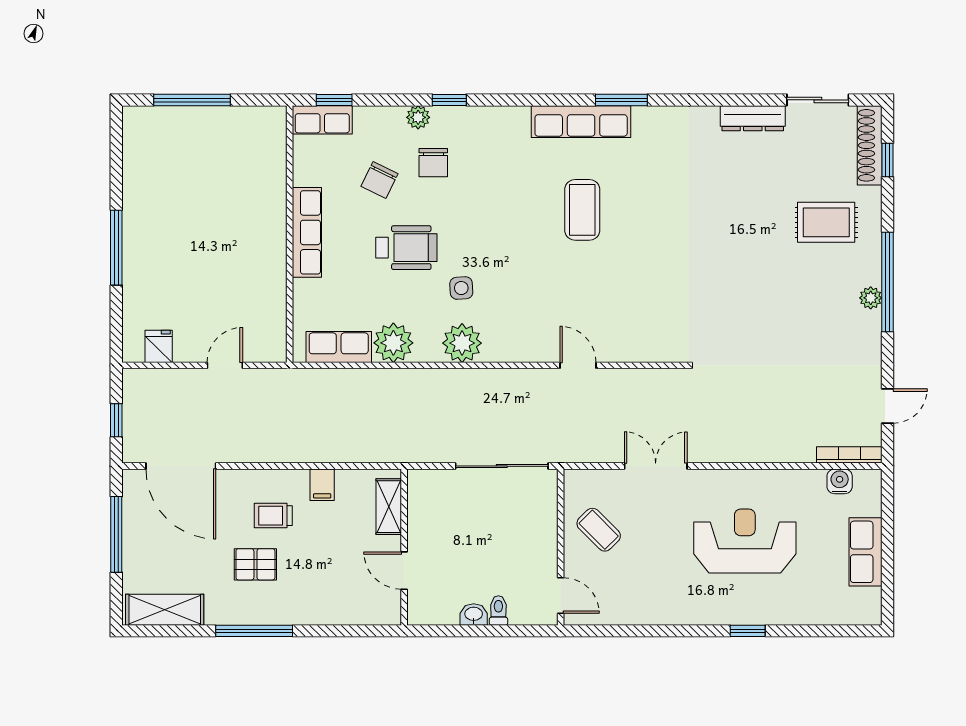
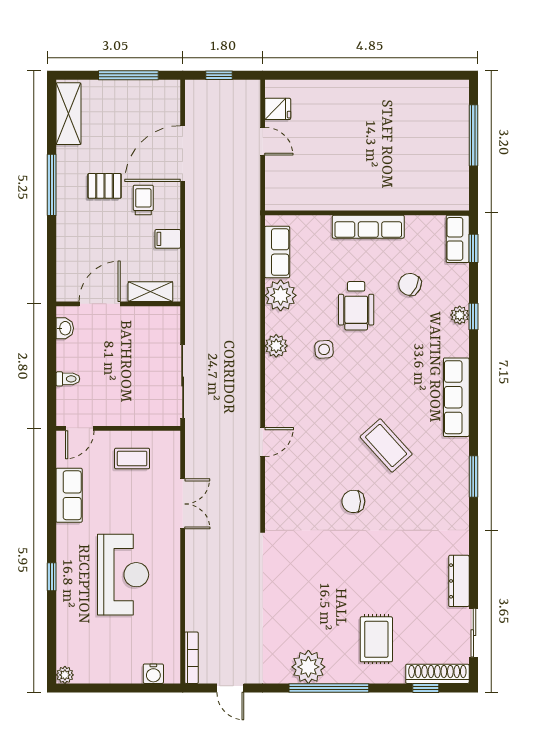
window: (449, 100) -> (473, 317), moved
row of seats: (581, 122) -> (456, 397), moved
chair: (433, 163) -> (353, 501), moved
coffee table: (582, 210) -> (386, 445), turned 48
window: (116, 248) -> (356, 75), removed
plant: (871, 298) -> (308, 667), width x1.88, depth x1.88
plant: (462, 343) -> (276, 346), width x0.73, depth x0.73
door: (225, 365) -> (263, 141), moved
door: (181, 466) -> (183, 154), moved
water cooler: (840, 481) -> (153, 674), moved, turned 90
coffee table: (599, 530) -> (132, 459), turned 45
row of seats: (866, 552) -> (69, 495), moved, turned 90
pallet: (255, 564) -> (105, 186), turned 90
door: (404, 571) -> (100, 304), width x1.38
washbasin: (474, 614) -> (65, 328), moved
plant: (871, 614) -> (65, 675), added

